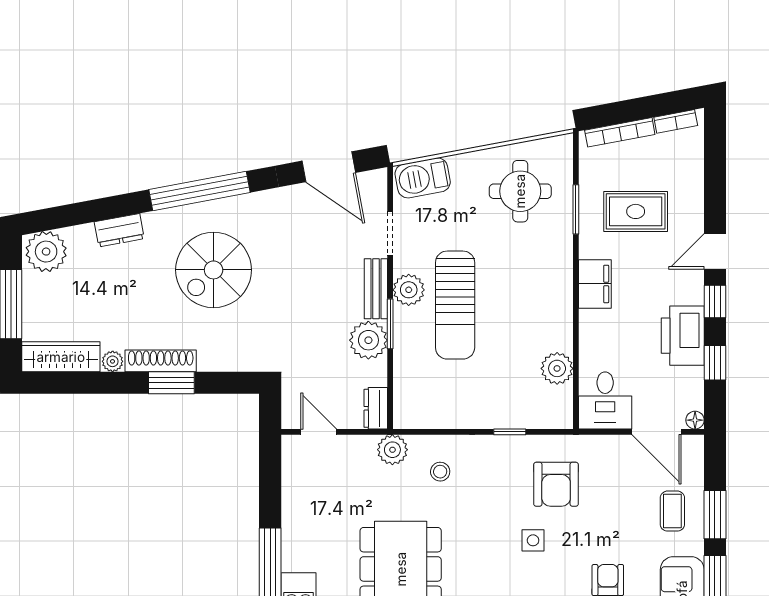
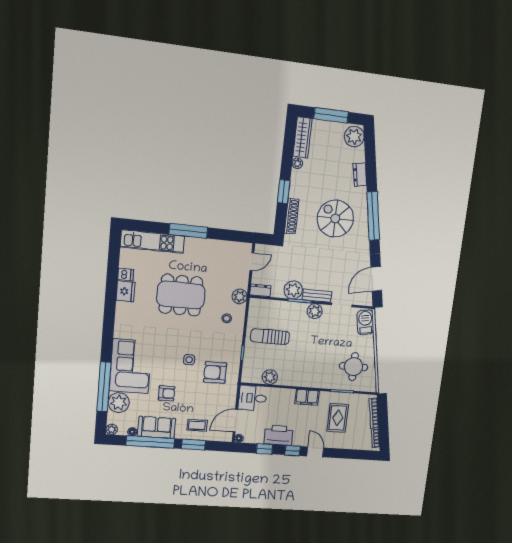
sun lounger: (455, 305) -> (270, 337), moved, width x0.73, depth x0.75
shoe rack: (161, 361) -> (292, 216), moved

